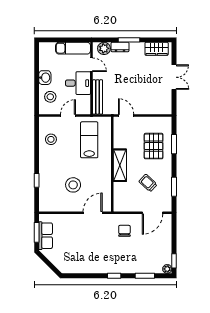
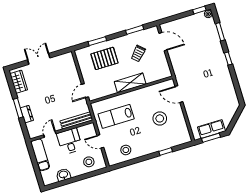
plant: (104, 48) -> (32, 128), removed
washbasin: (45, 78) -> (63, 175), moved
chair: (124, 231) -> (186, 61), removed

